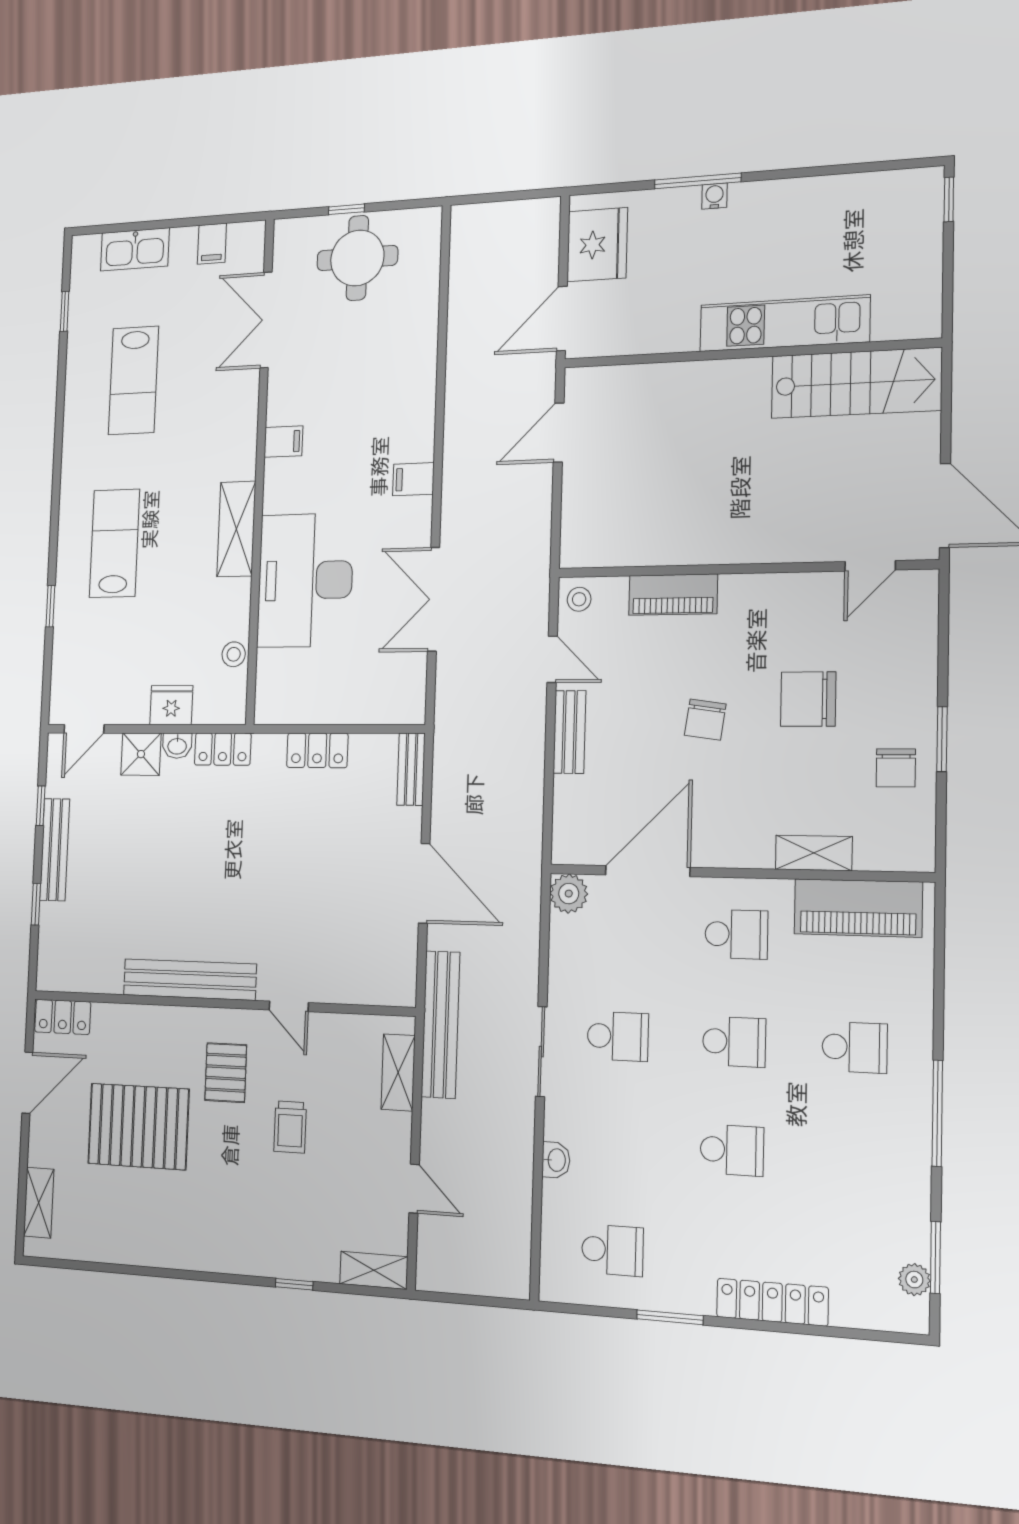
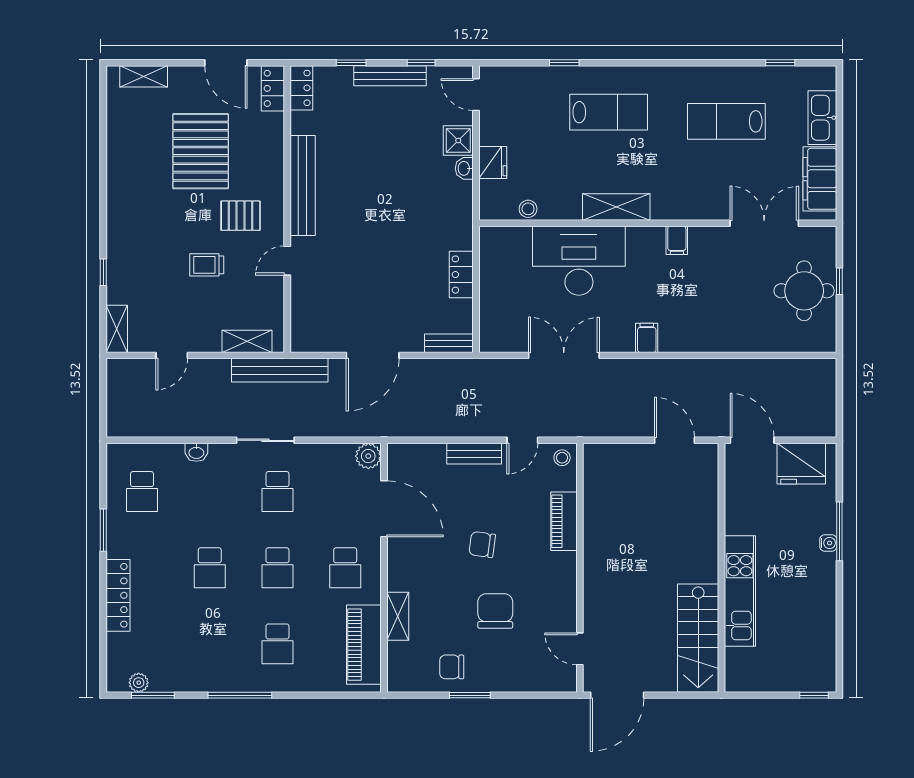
filing cabinet: (212, 244) -> (820, 179), width x3.00, depth x1.17
locker: (223, 749) -> (301, 88), moved, turned 180

